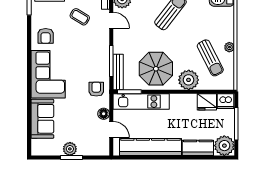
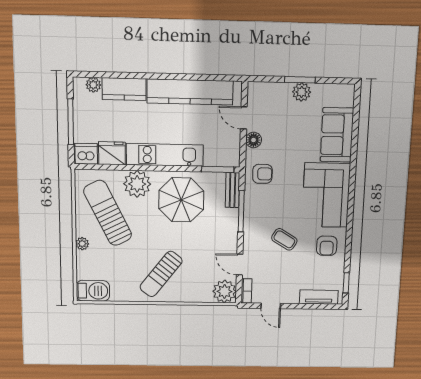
coffee table: (80, 17) -> (284, 239), moved
armchair: (46, 36) -> (327, 246), turned 180
plant: (229, 47) -> (82, 244), moved
sun lounger: (210, 58) -> (108, 213), width x1.36, depth x1.34
bench: (118, 72) -> (232, 190), width x0.73
armchair: (96, 89) -> (262, 174), turned -90
kitchen unit: (141, 102) -> (165, 155), moved
plant: (224, 146) -> (93, 85), width x0.53, depth x0.53

